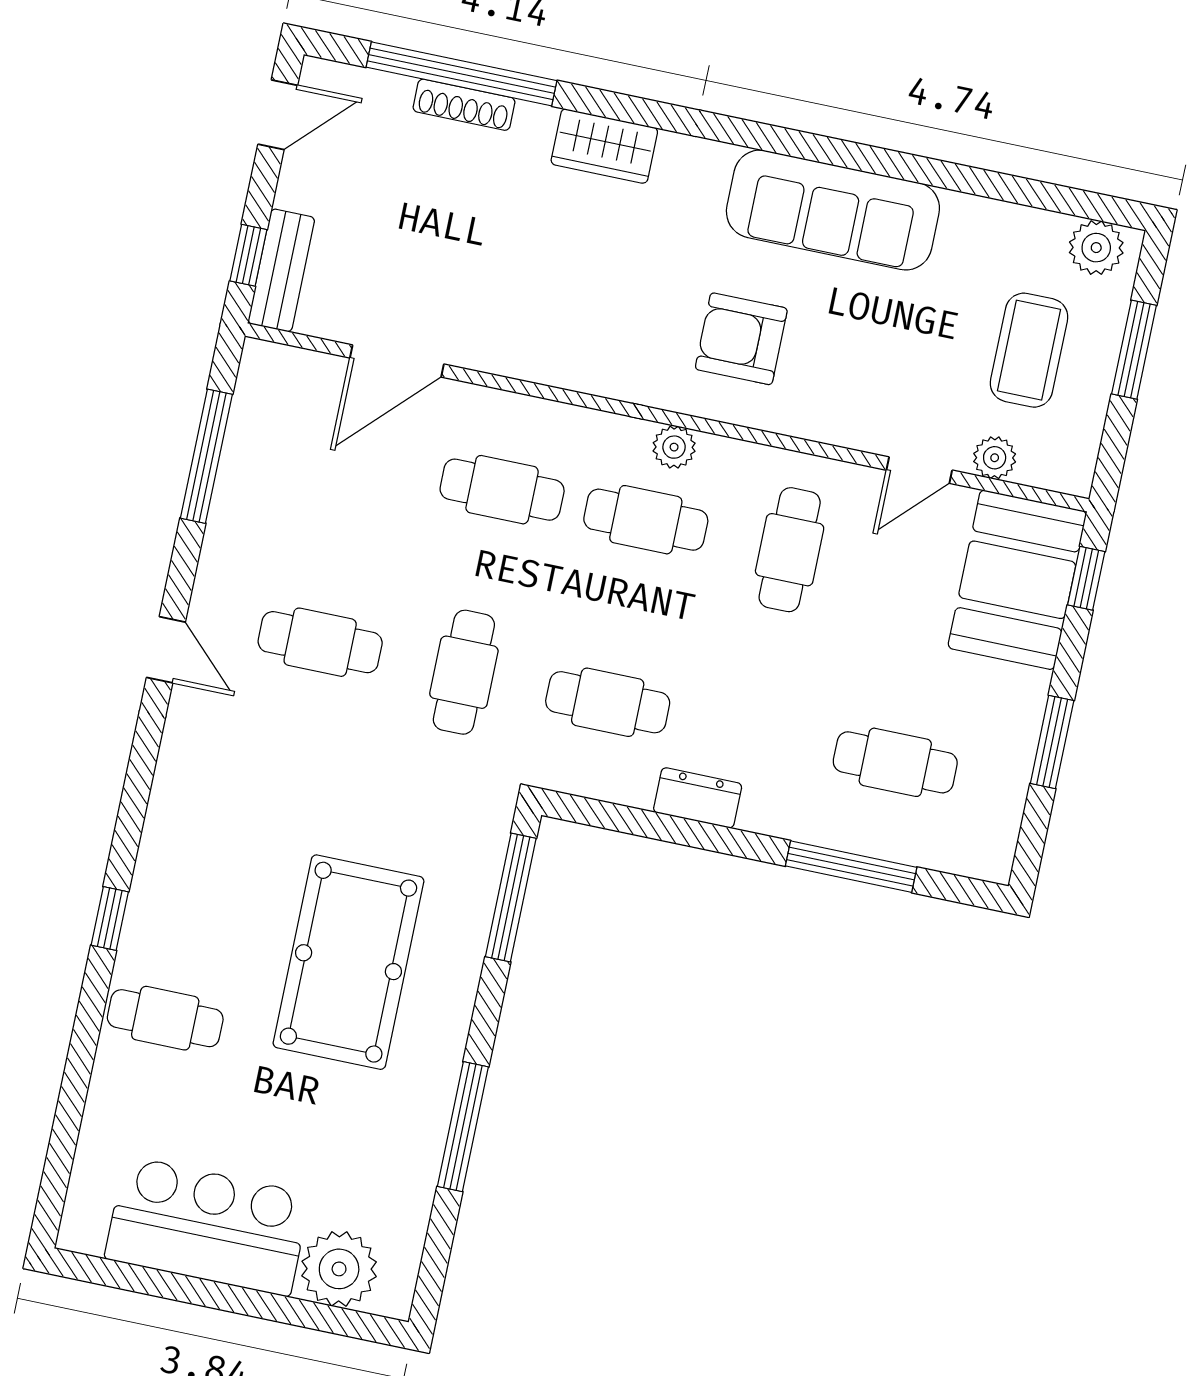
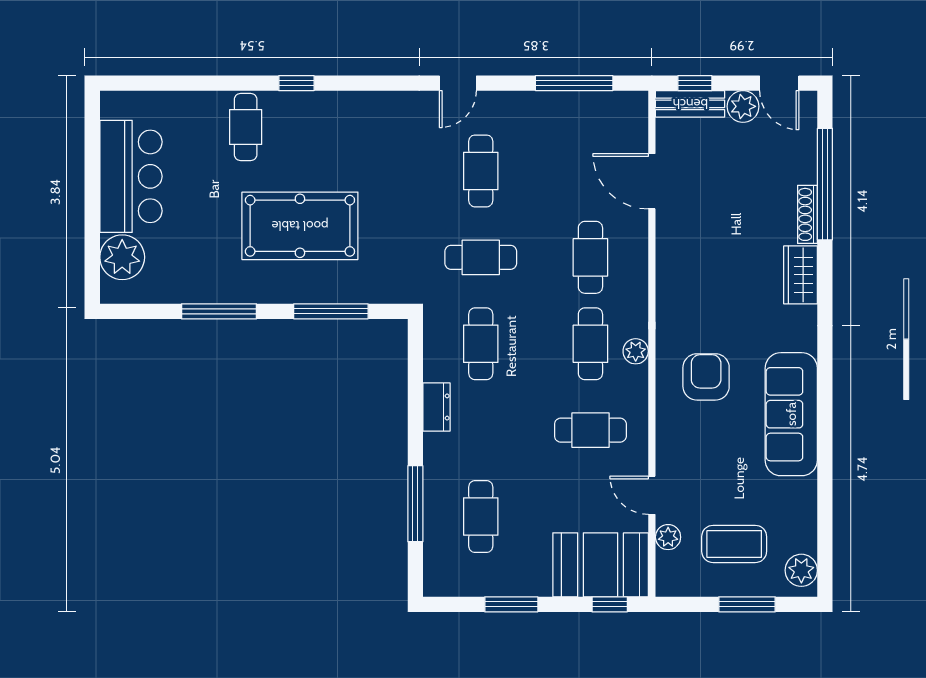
shoe rack: (464, 105) -> (807, 214), moved
plant: (304, 183) -> (743, 106), added
window: (511, 898) -> (331, 311), moved

